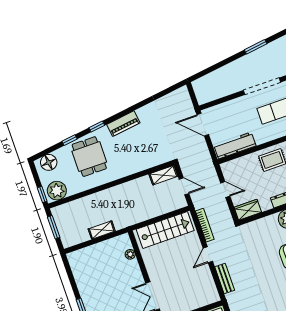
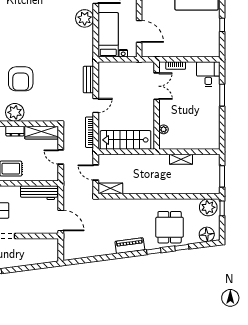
wardrobe: (248, 210) -> (42, 133), width x1.50

